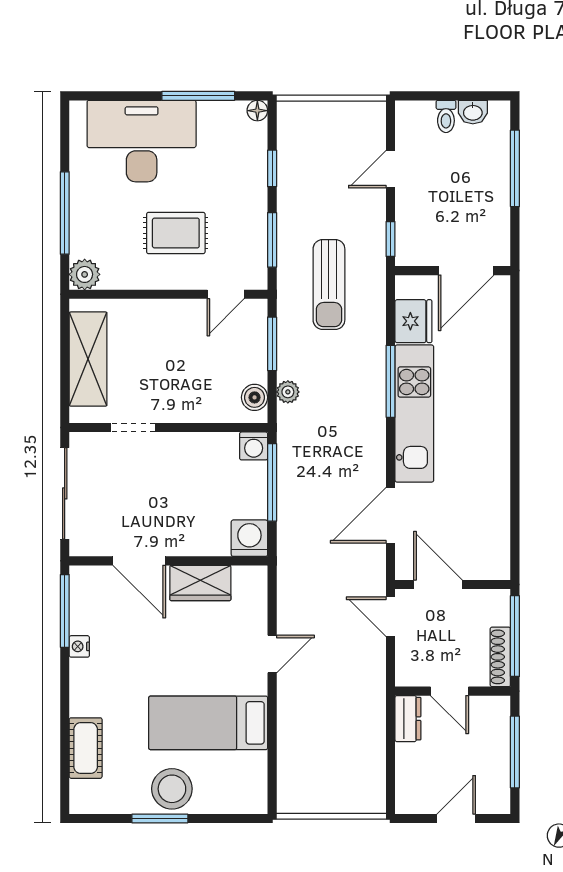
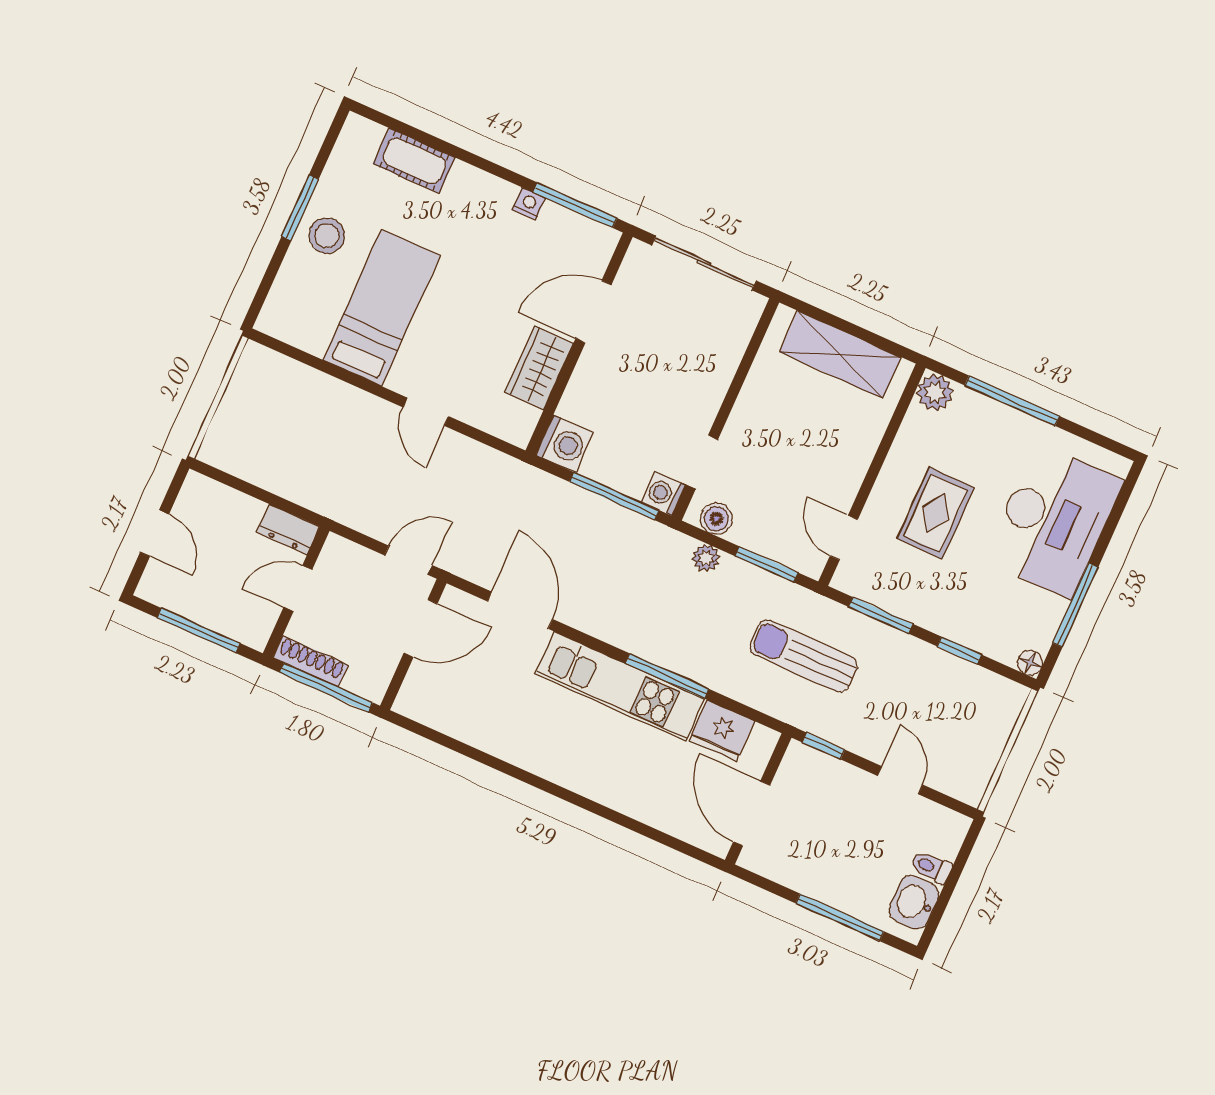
washbasin: (473, 112) -> (914, 902), width x1.38, depth x1.45
doorway: (133, 428) -> (702, 462), moved
stool: (172, 789) -> (327, 236), width x0.73, depth x0.73

